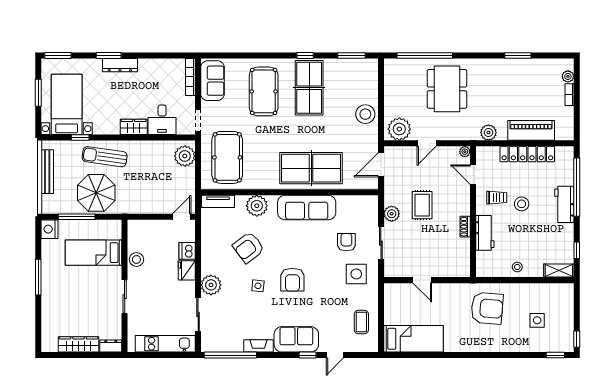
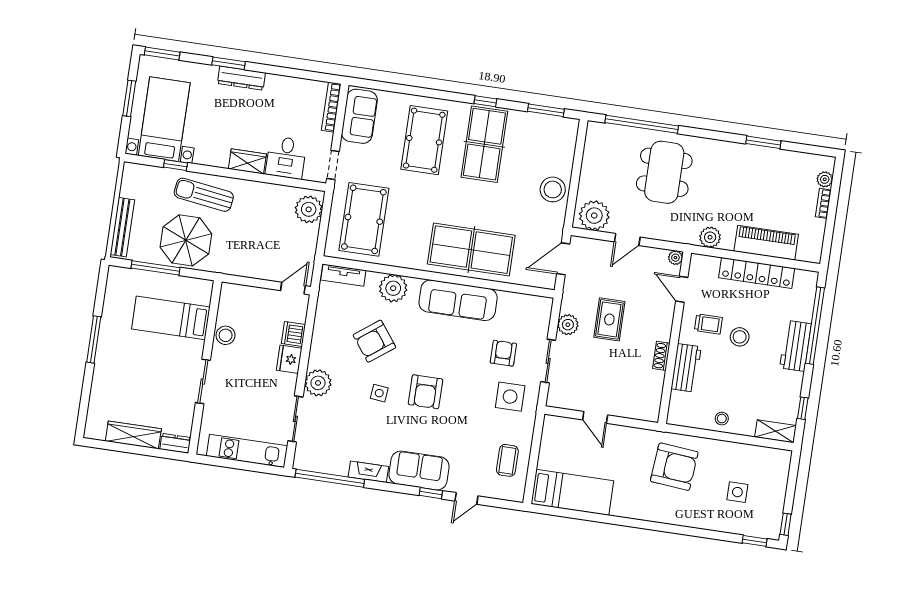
bench: (47, 172) -> (122, 227), moved
nightstand: (49, 229) -> (118, 279), removed

